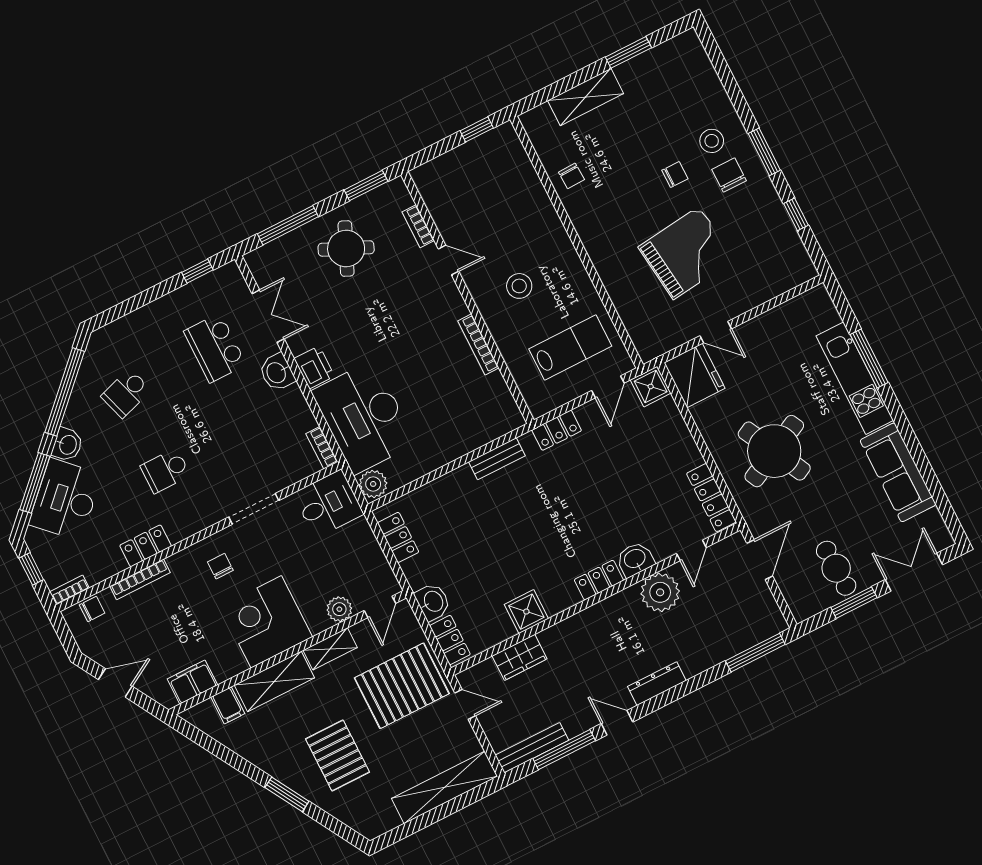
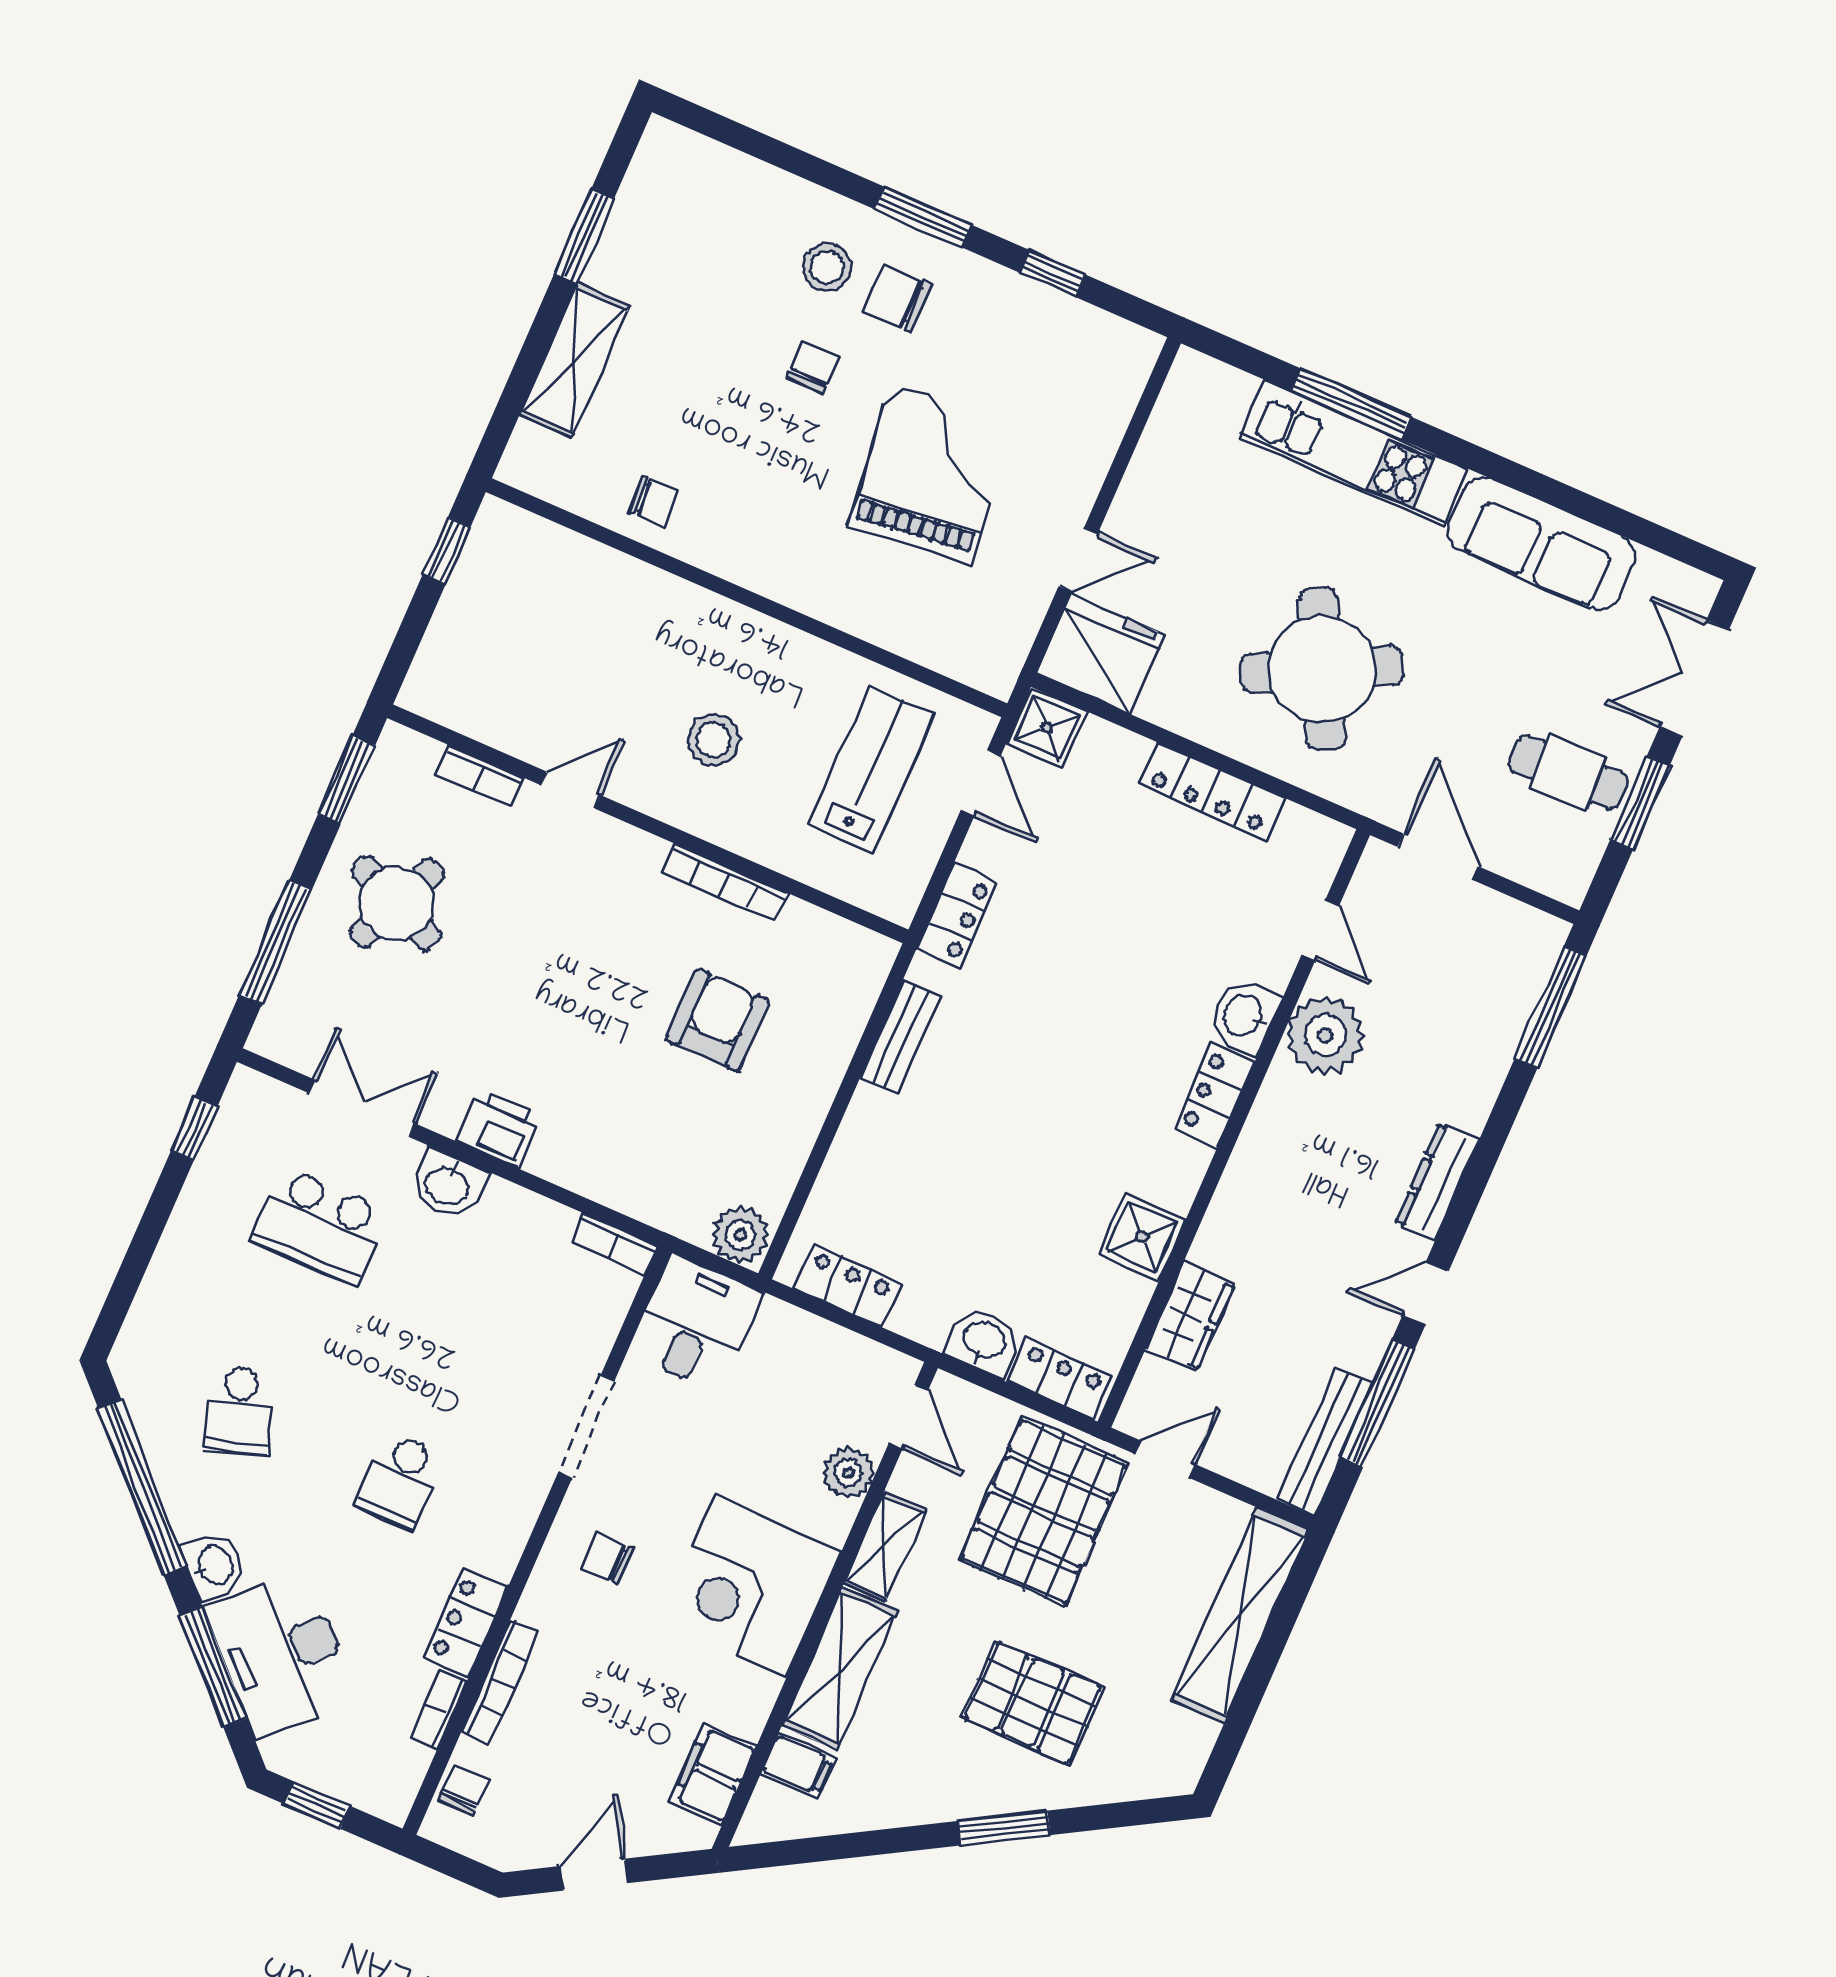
armchair: (432, 395) -> (717, 1020), added
desk: (364, 417) -> (640, 1143), removed
locker: (711, 498) -> (1211, 791), moved
bookcase: (69, 590) -> (439, 1709), moved

